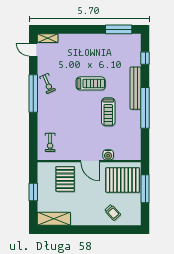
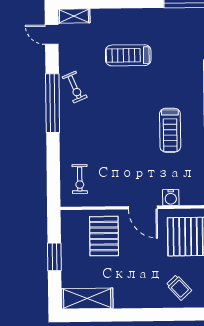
treadmill: (91, 83) -> (128, 55), moved, turned 180

